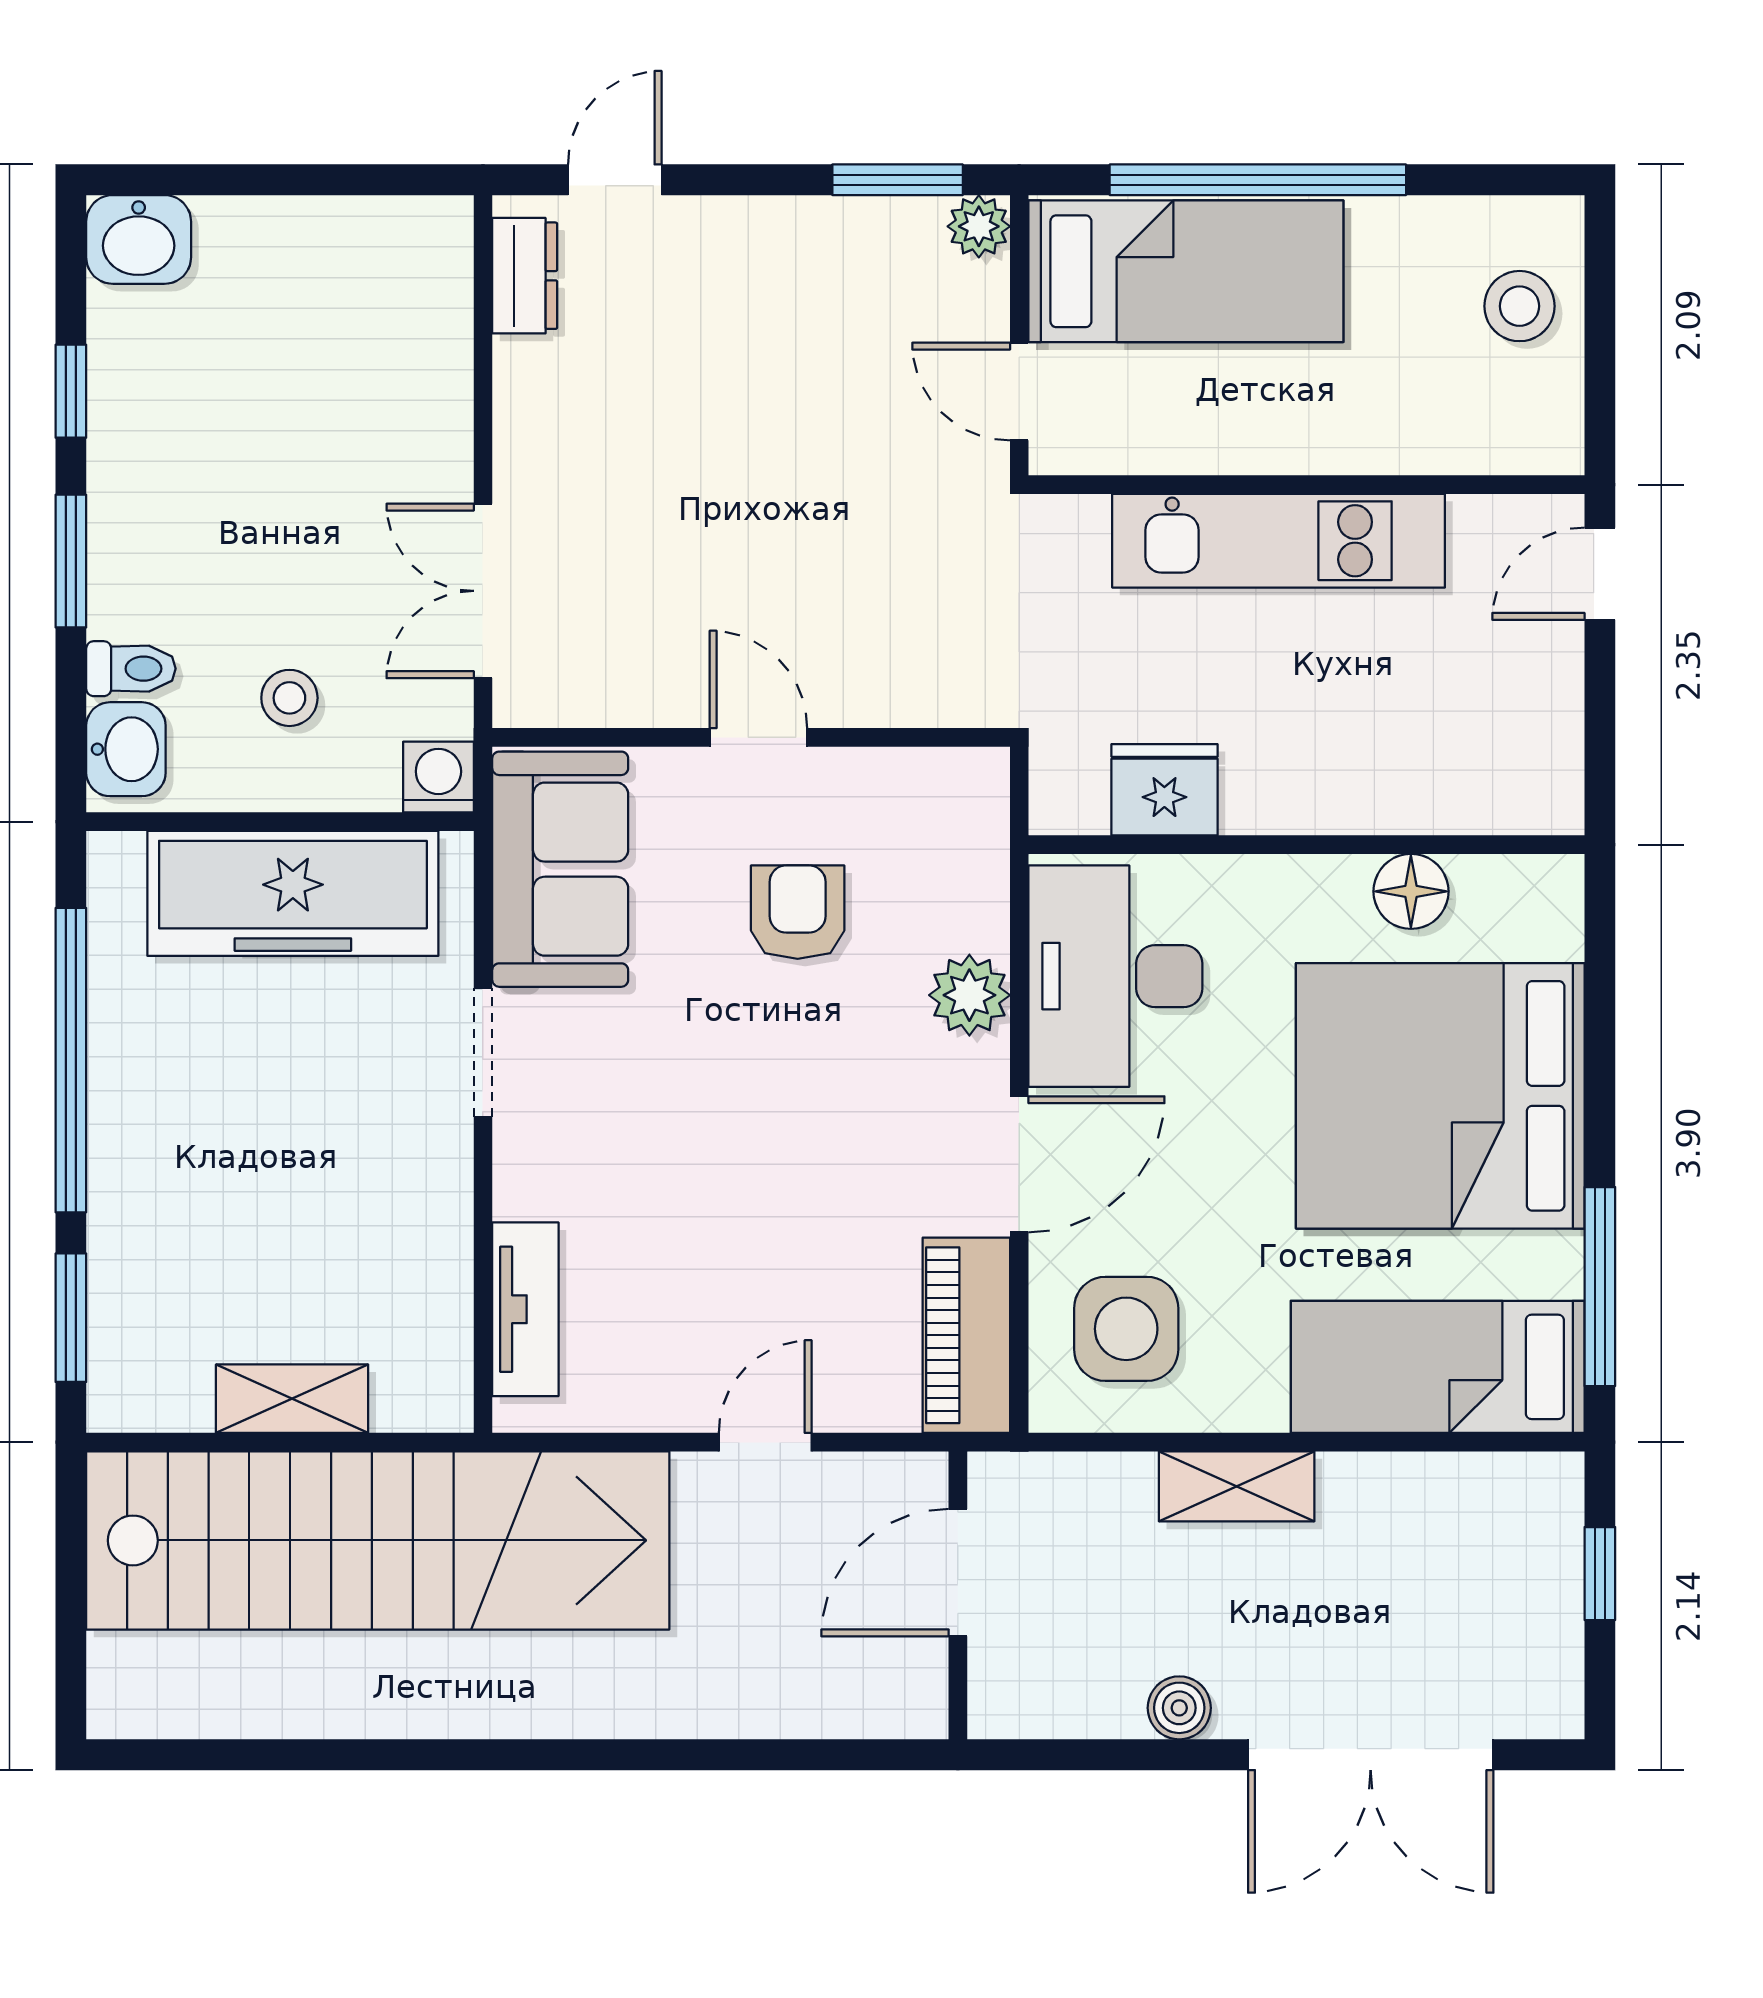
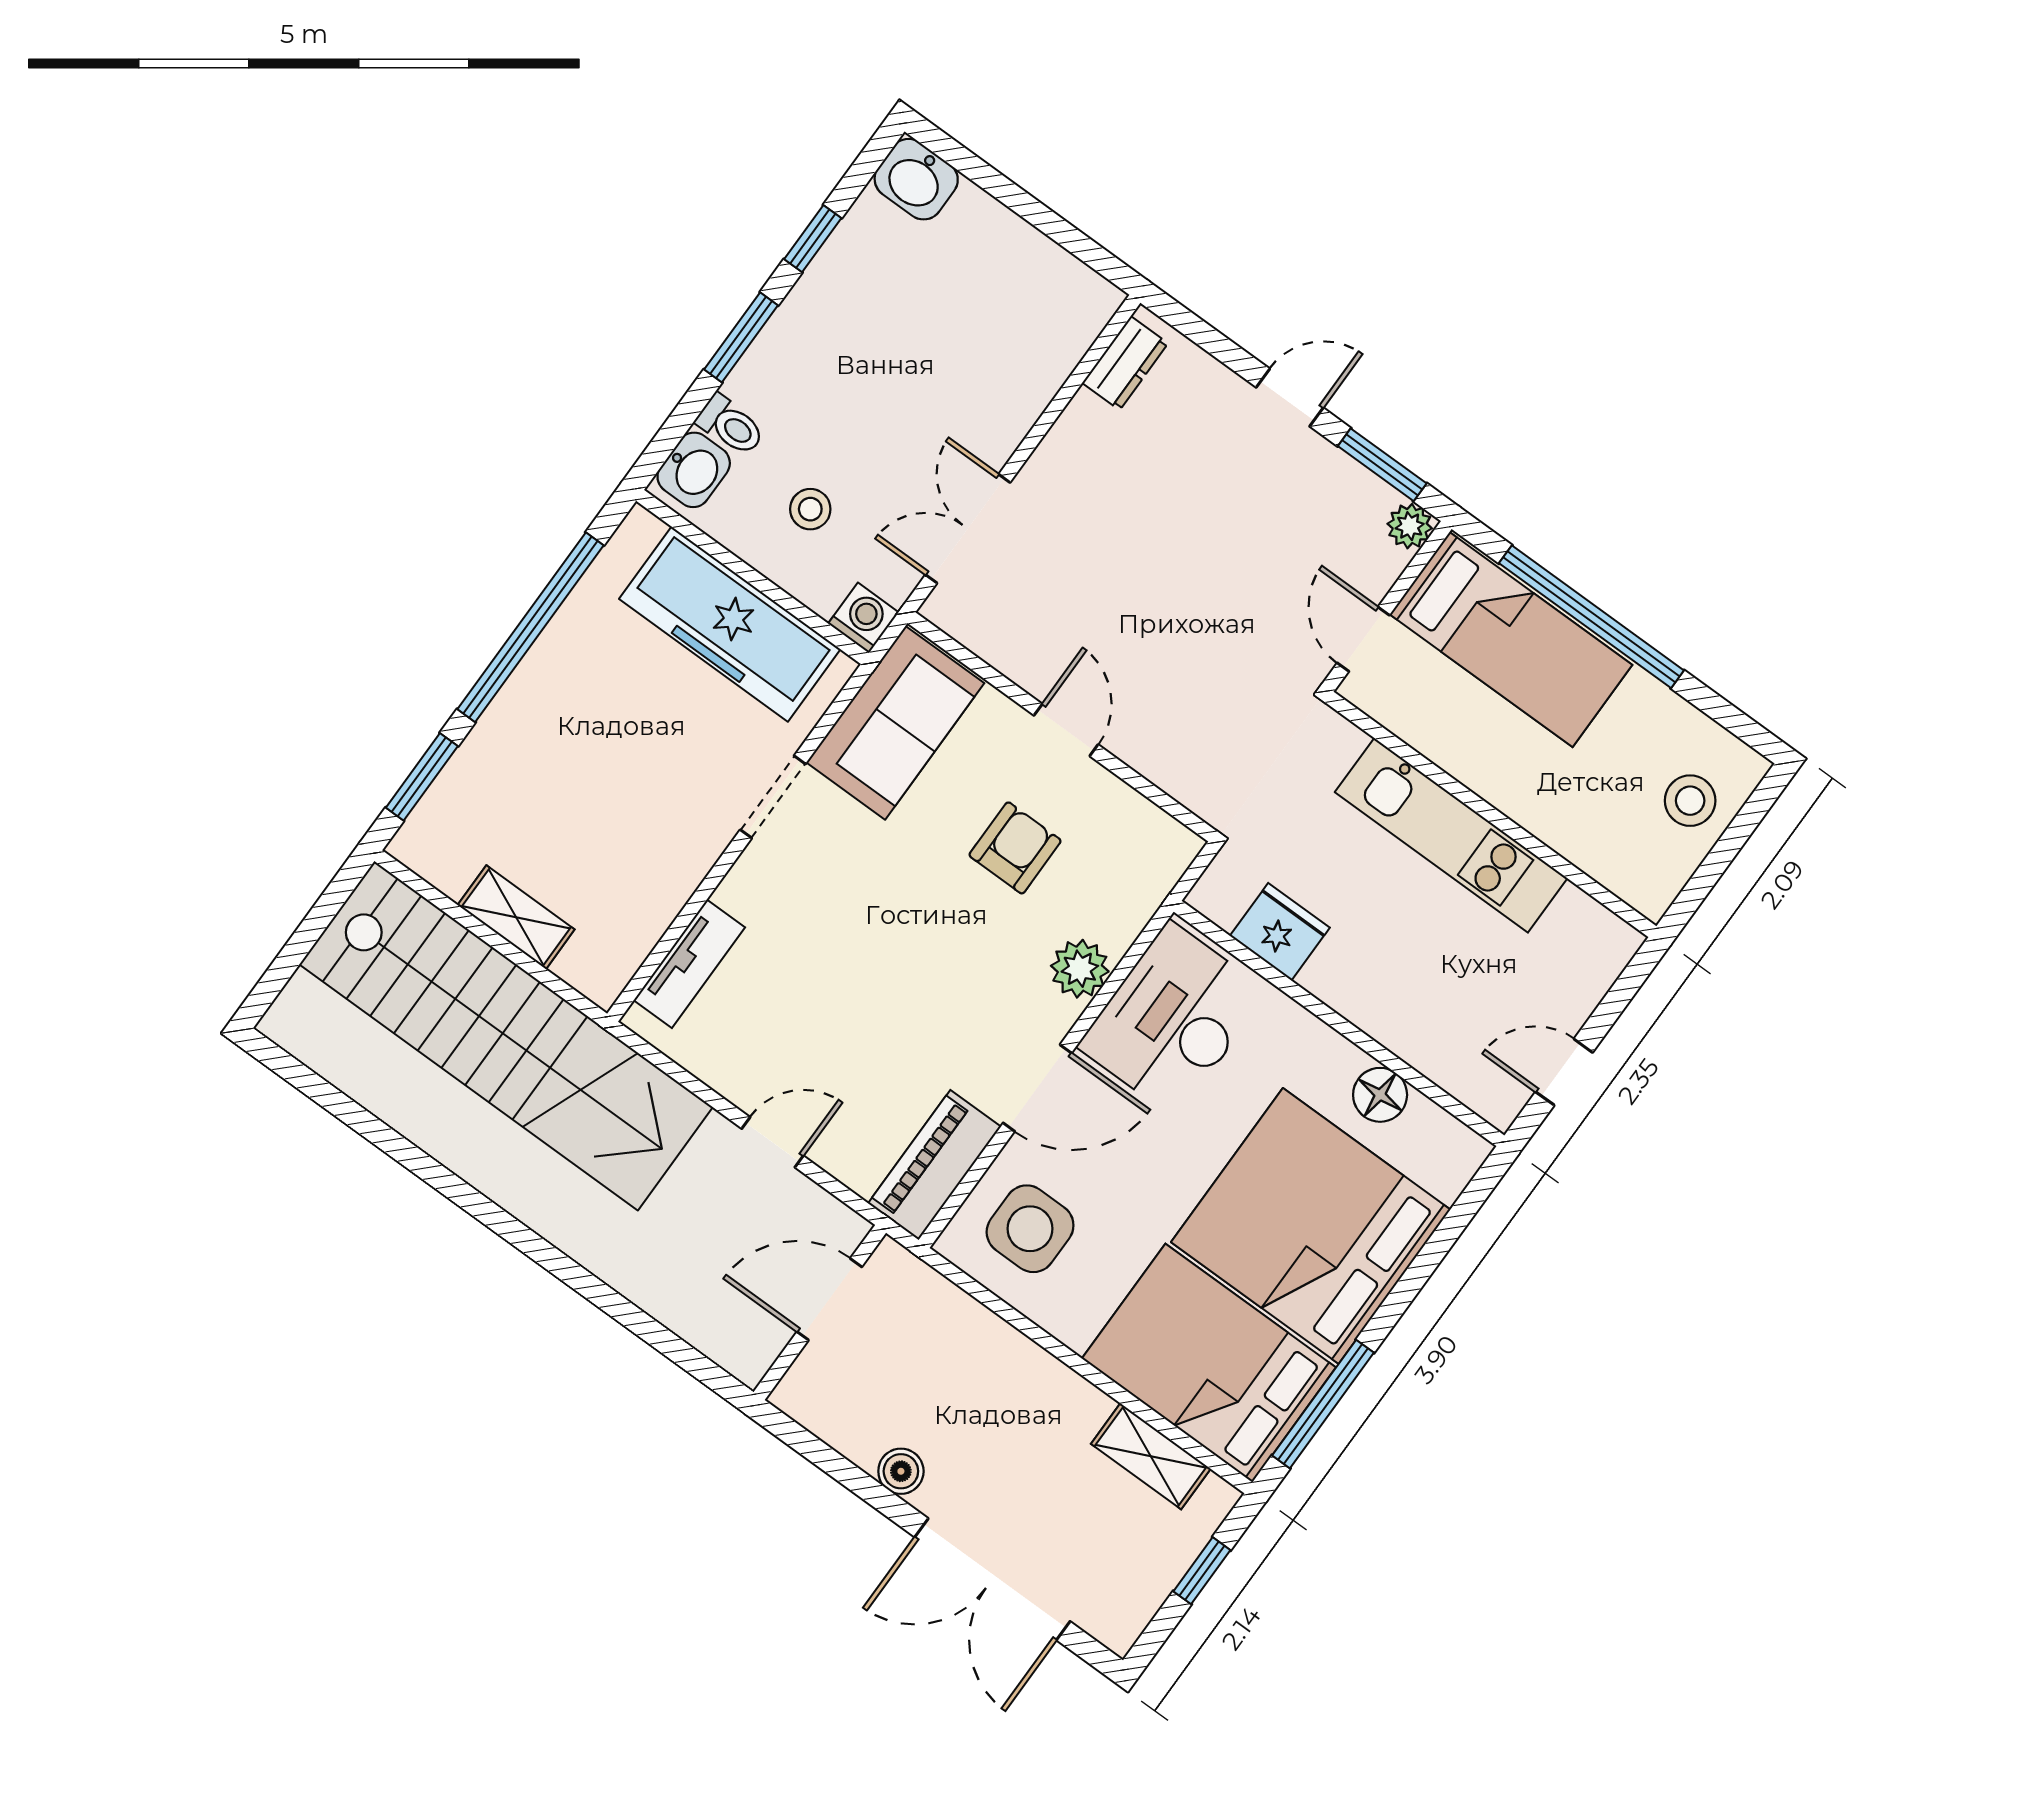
door: (615, 180) -> (1290, 398), moved
door: (1600, 574) -> (1564, 1072), moved
bed: (1438, 1367) -> (1209, 1363), width x1.50
shelving: (1237, 1486) -> (1151, 1456), moved

